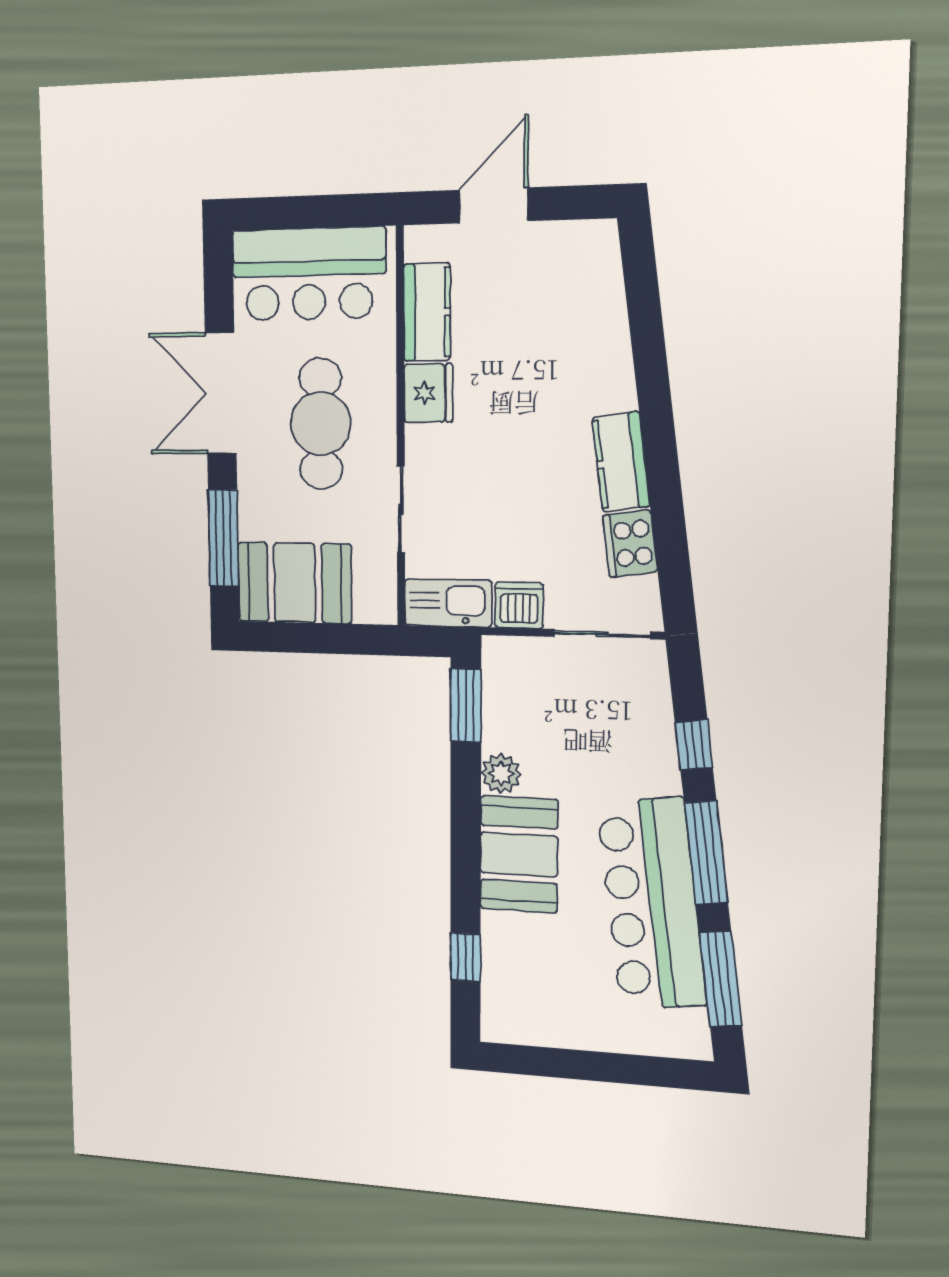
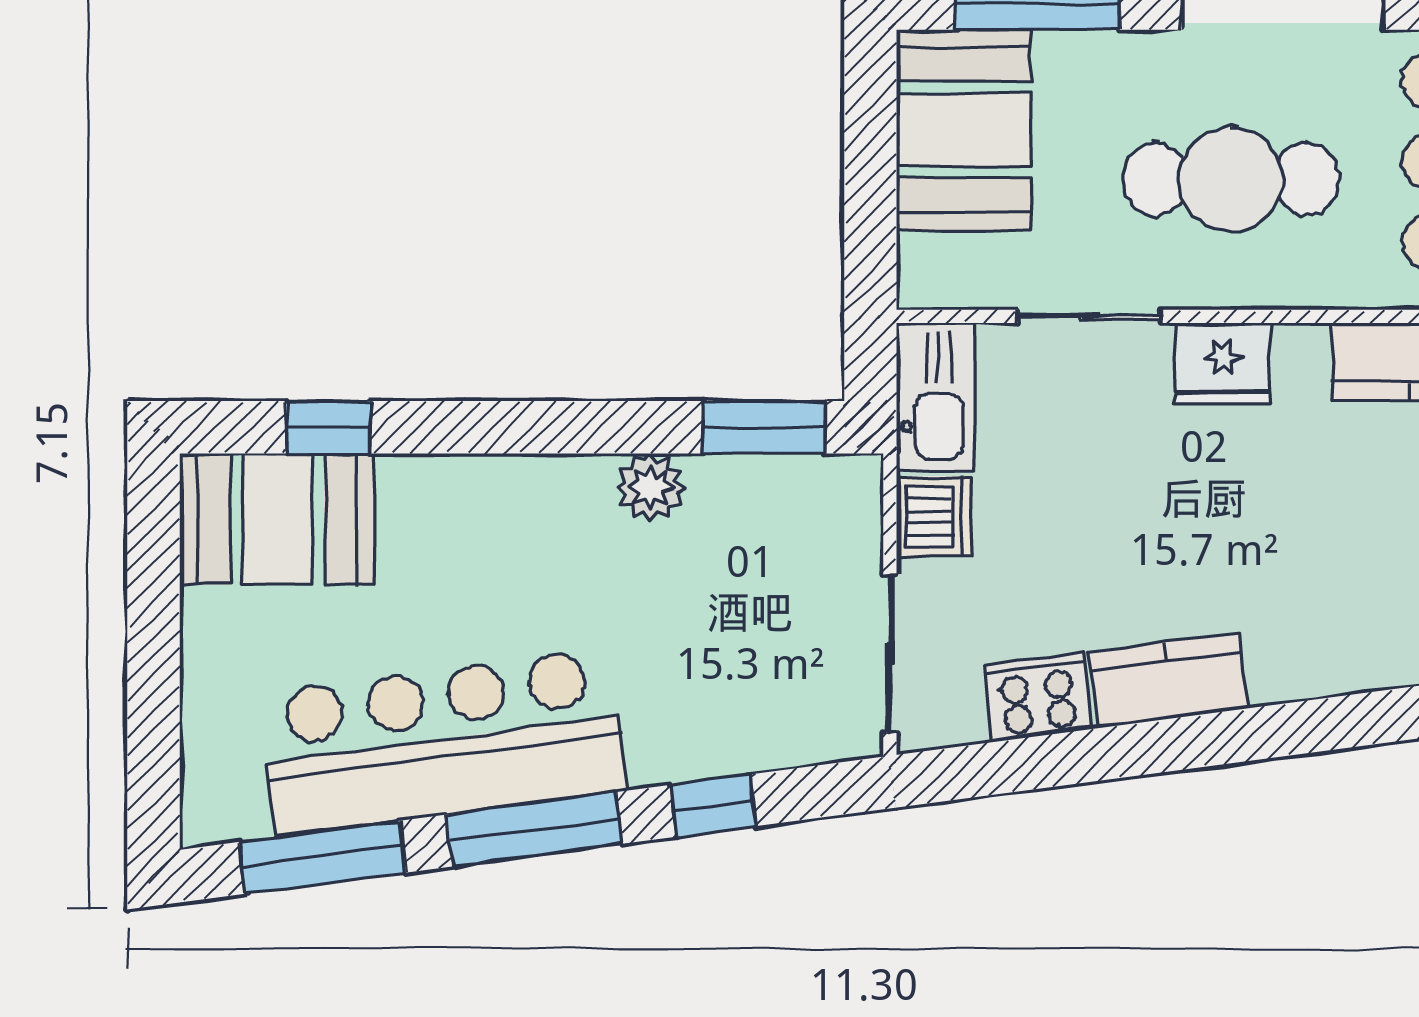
fridge: (428, 393) -> (1223, 364), moved
booth: (519, 854) -> (277, 519), moved

